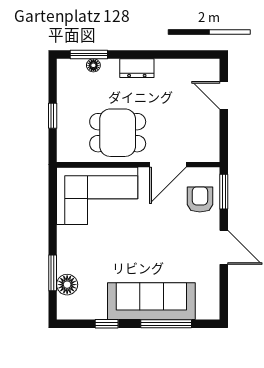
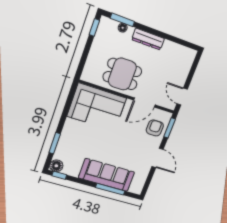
dresser: (137, 68) -> (148, 39), width x1.44
door: (224, 95) -> (182, 96), moved
window: (53, 116) -> (94, 27), moved
floor lamp: (67, 285) -> (56, 166), moved
window: (107, 324) -> (59, 175), moved

